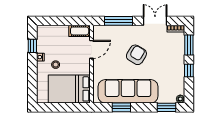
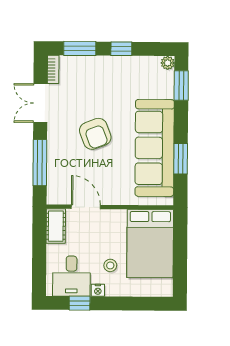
desk: (49, 41) -> (71, 276), added
armchair: (136, 55) -> (95, 134), turned -142

